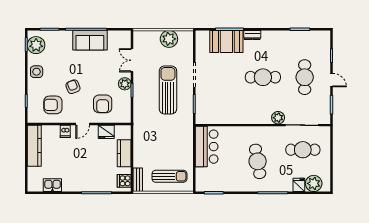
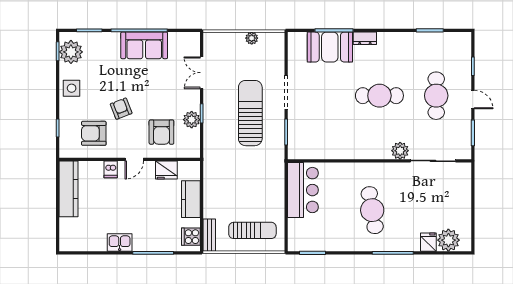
plant: (169, 39) -> (252, 38), width x0.53, depth x0.53
plant: (125, 84) -> (192, 120), moved
cafe table: (303, 150) -> (434, 194), removed
kitchen sink: (52, 185) -> (120, 242), moved

